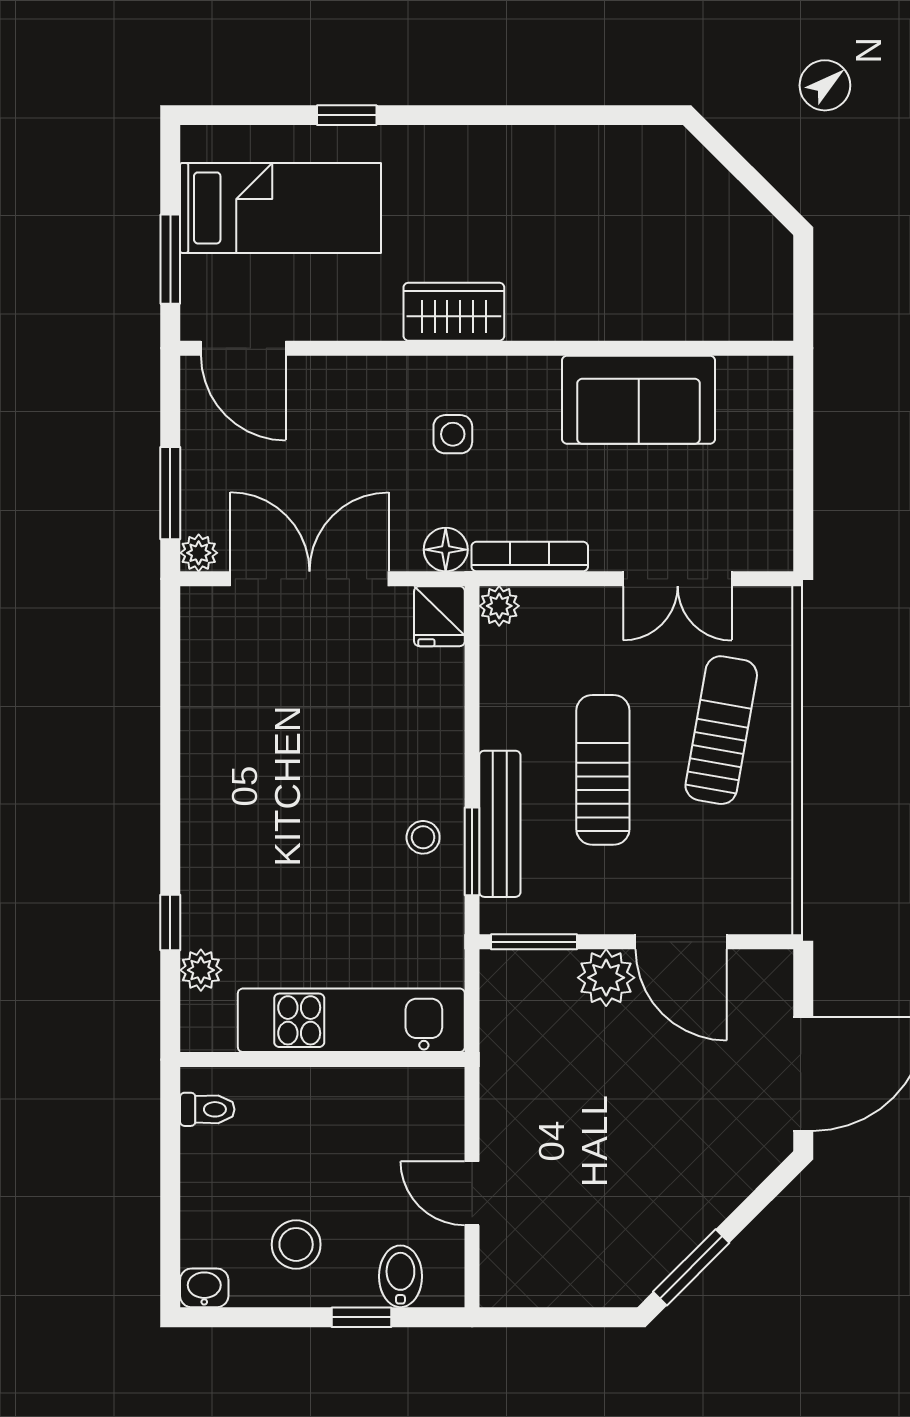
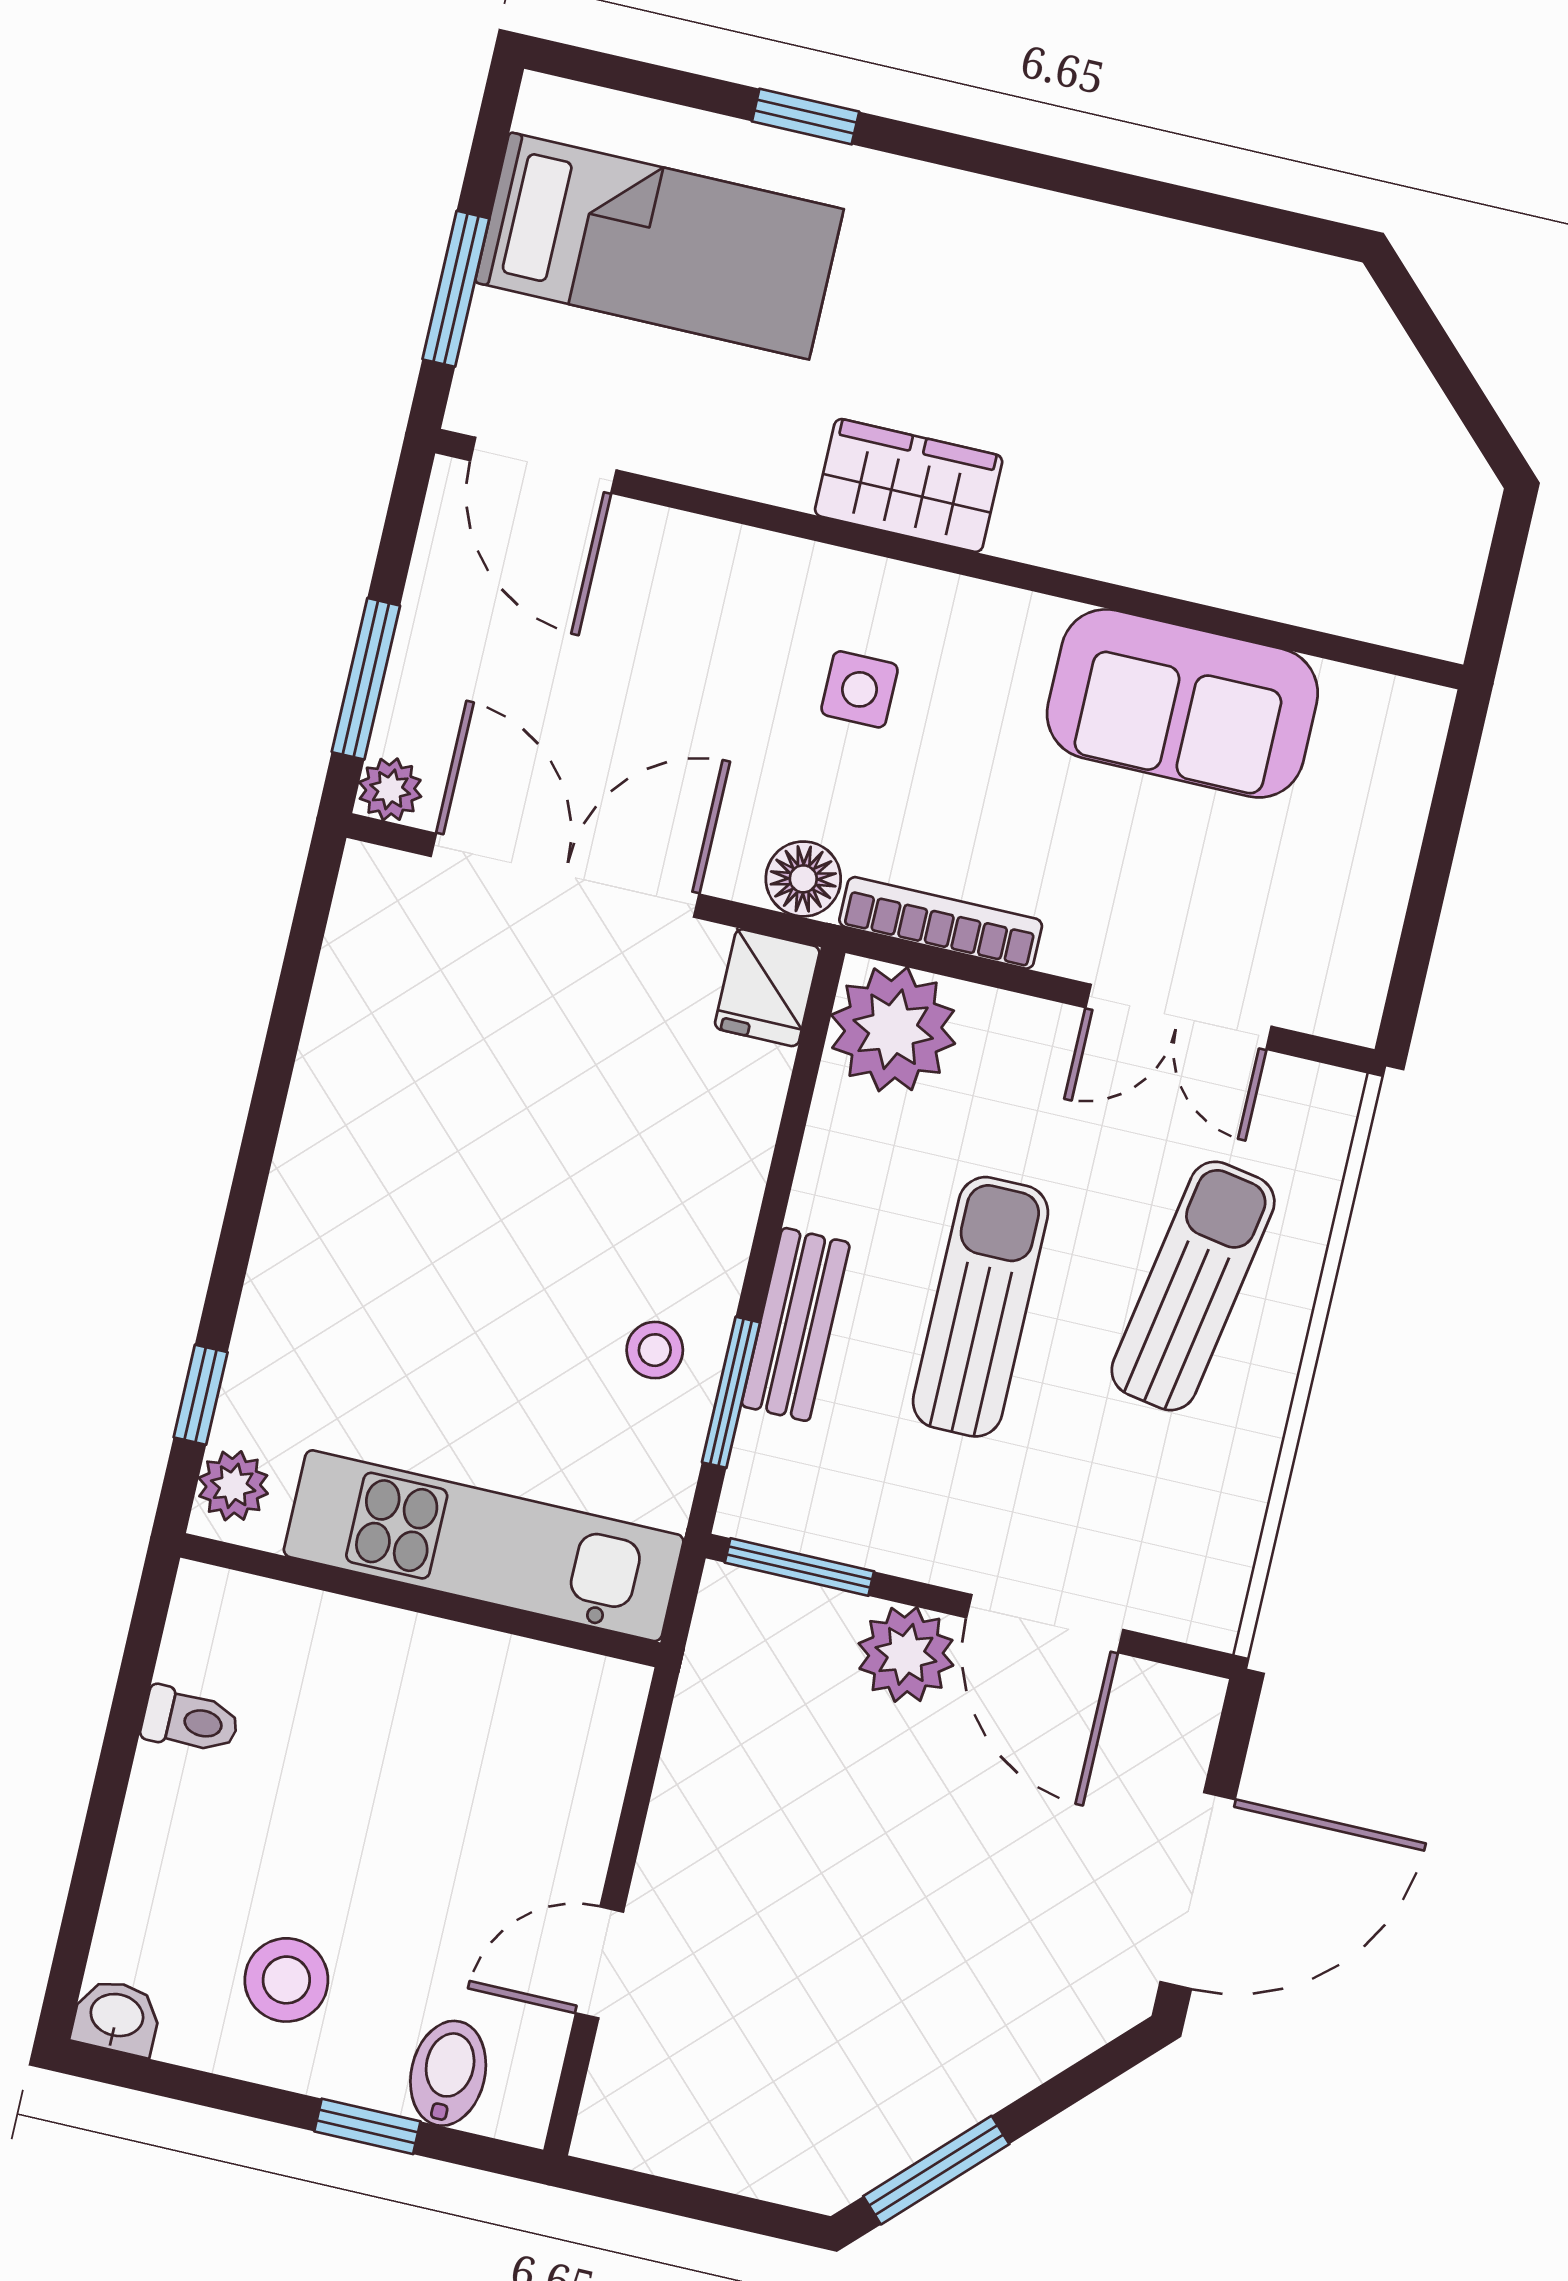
plant: (499, 606) -> (893, 1029), width x1.87, depth x1.87
bench: (500, 824) -> (796, 1324), width x0.73
kitchen unit: (351, 1020) -> (484, 1546), moved
wall: (322, 1060) -> (420, 1600), moved
door: (472, 1193) -> (599, 1962), hinge flipped

